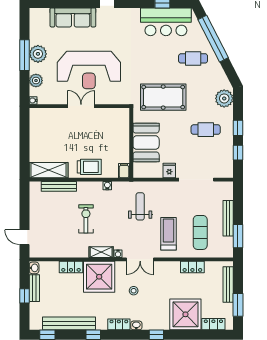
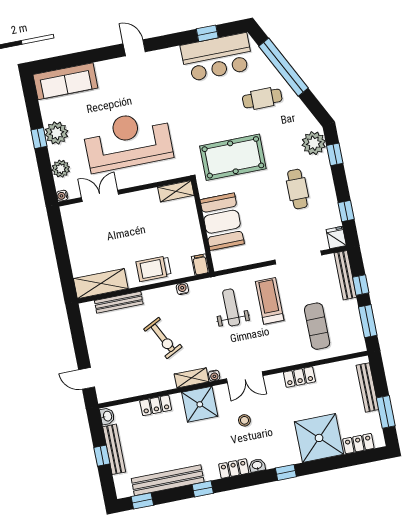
sofa: (73, 17) -> (65, 81), moved
window: (24, 55) -> (39, 138), width x0.46
reception desk: (89, 70) -> (128, 141), turned 180
double door: (81, 106) -> (100, 196), moved
shelving: (117, 114) -> (176, 191), added
window: (238, 128) -> (335, 154), moved
cafe table: (206, 130) -> (297, 189), turned 90
trolley: (89, 167) -> (154, 269), turned 180
fridge: (169, 171) -> (336, 237), moved
window: (238, 209) -> (361, 285), added
bench: (228, 218) -> (345, 275), moved
exercise bike: (86, 219) -> (163, 338), turned 153
treadmill: (168, 234) -> (270, 301), moved
locker: (192, 267) -> (299, 377), moved
shower: (99, 277) -> (200, 404), width x0.73, depth x0.73
bench: (34, 288) -> (114, 449), width x1.36

